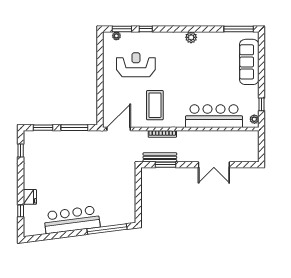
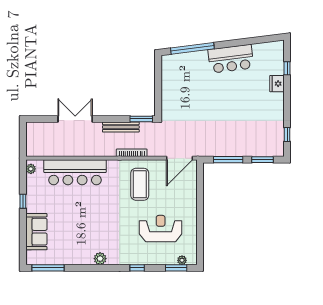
window: (146, 29) -> (137, 268), moved
sofa: (249, 62) -> (36, 232), width x0.73
reception desk: (136, 65) -> (161, 229), turned 180
window: (262, 104) -> (23, 201), moved
bench: (160, 157) -> (121, 127), moved
window: (165, 165) -> (141, 119), moved
bar counter: (72, 220) -> (231, 59), width x0.73

